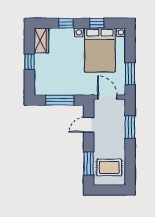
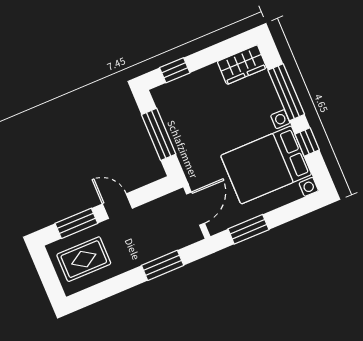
window: (66, 23) -> (286, 92), width x2.17
window: (29, 62) -> (175, 70), moved
door: (89, 125) -> (117, 206), moved
rug: (109, 167) -> (84, 259), turned 90

